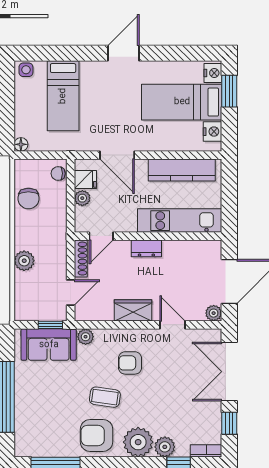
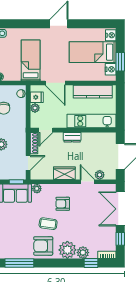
window: (229, 91) -> (120, 62), moved
bed: (63, 96) -> (31, 60), moved, turned 180
plant: (214, 313) -> (100, 175), moved

